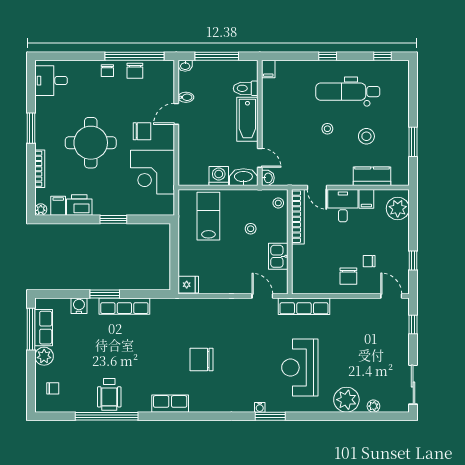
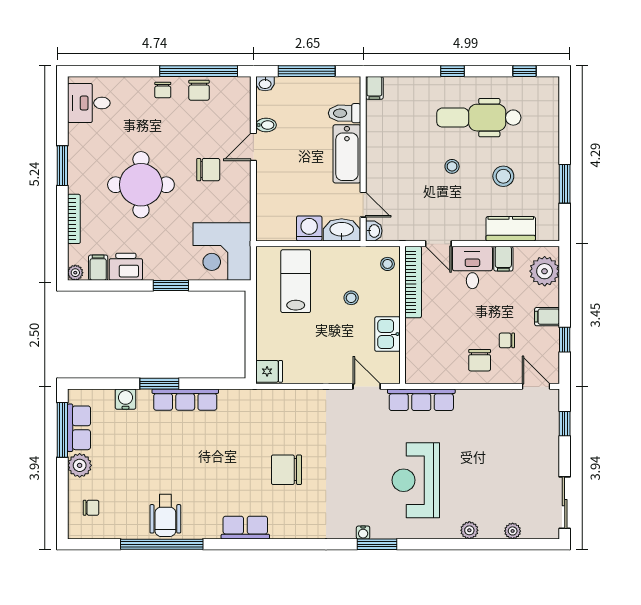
corner desk: (152, 172) -> (222, 252), moved
filing cabinet: (400, 243) -> (547, 317), added
plant: (346, 400) -> (469, 530), width x0.53, depth x0.53

